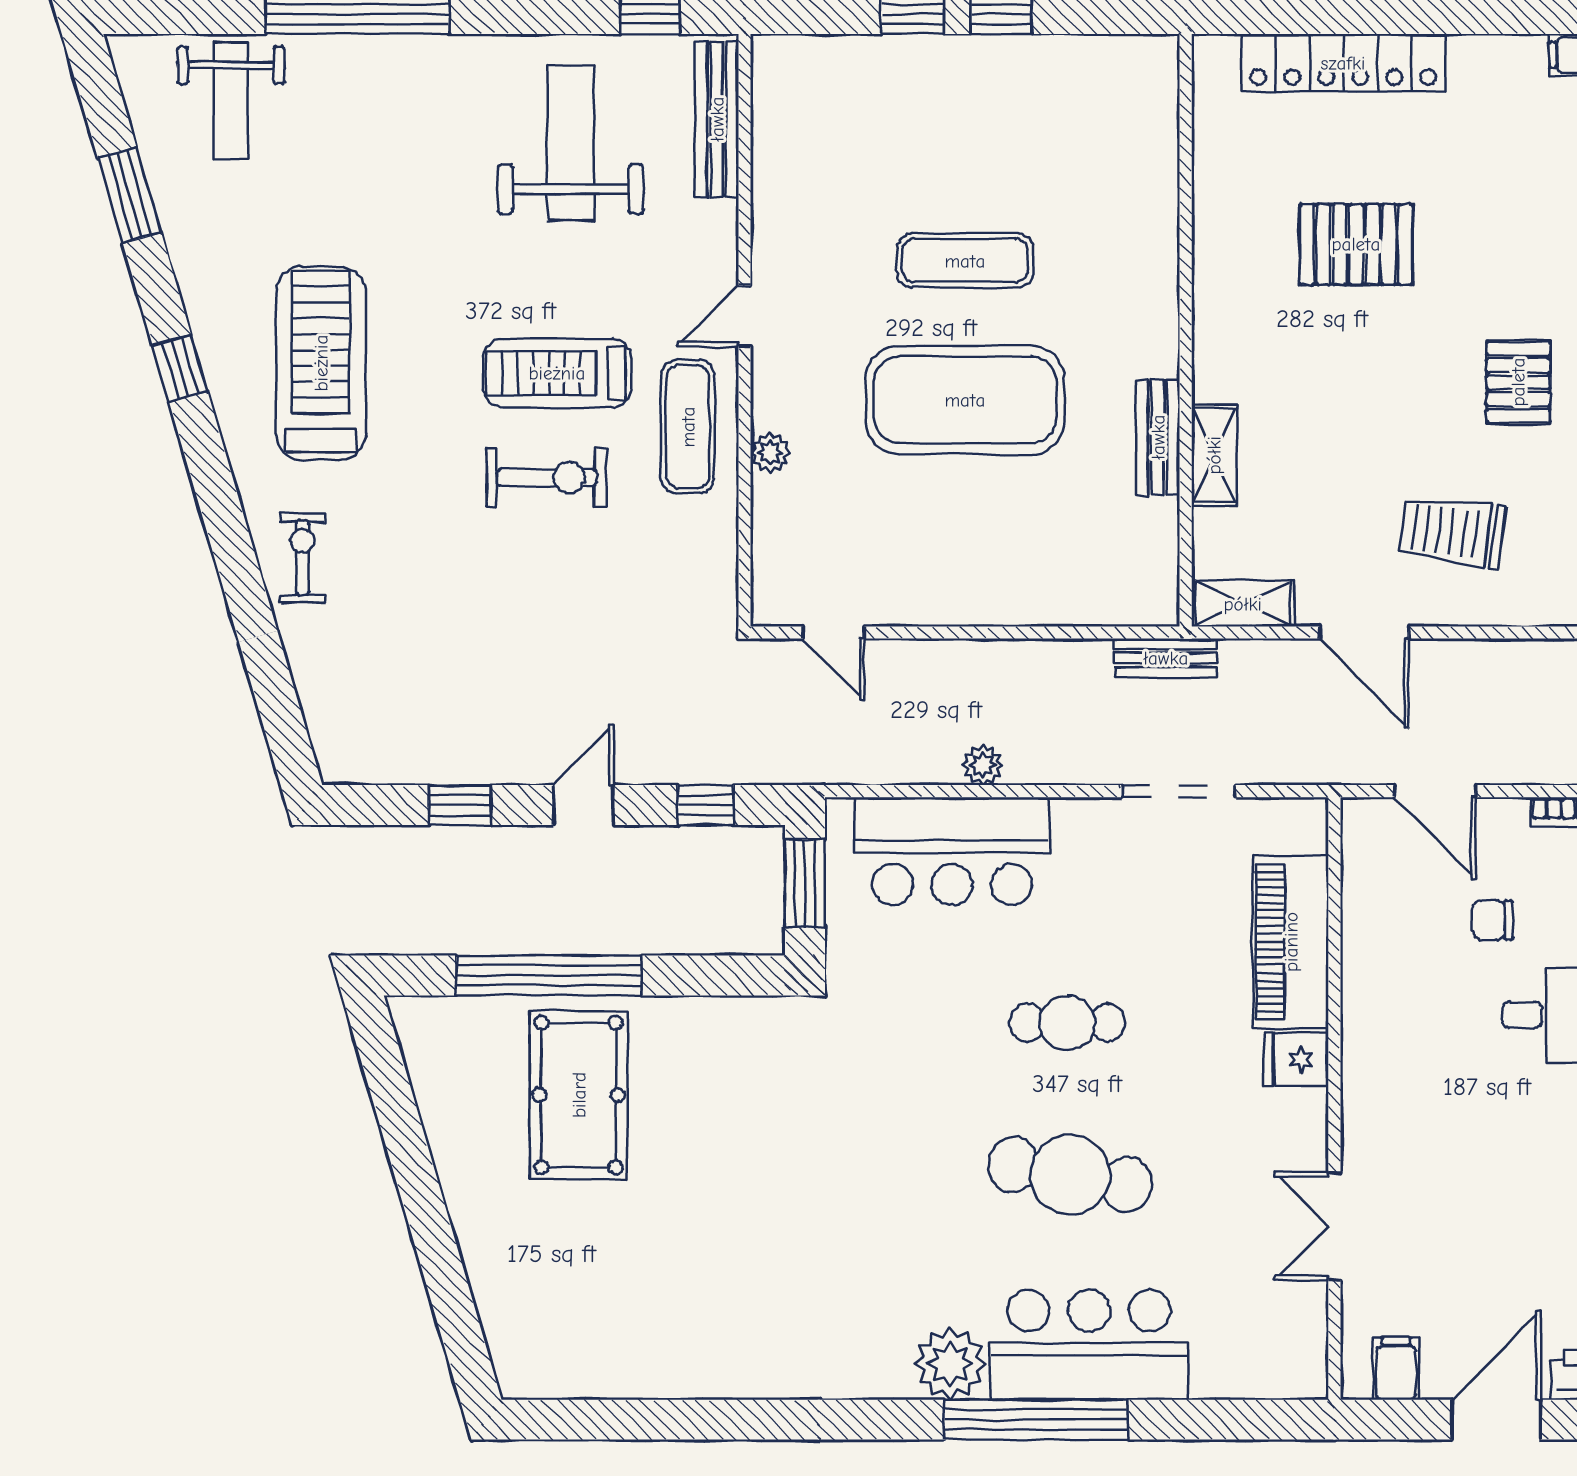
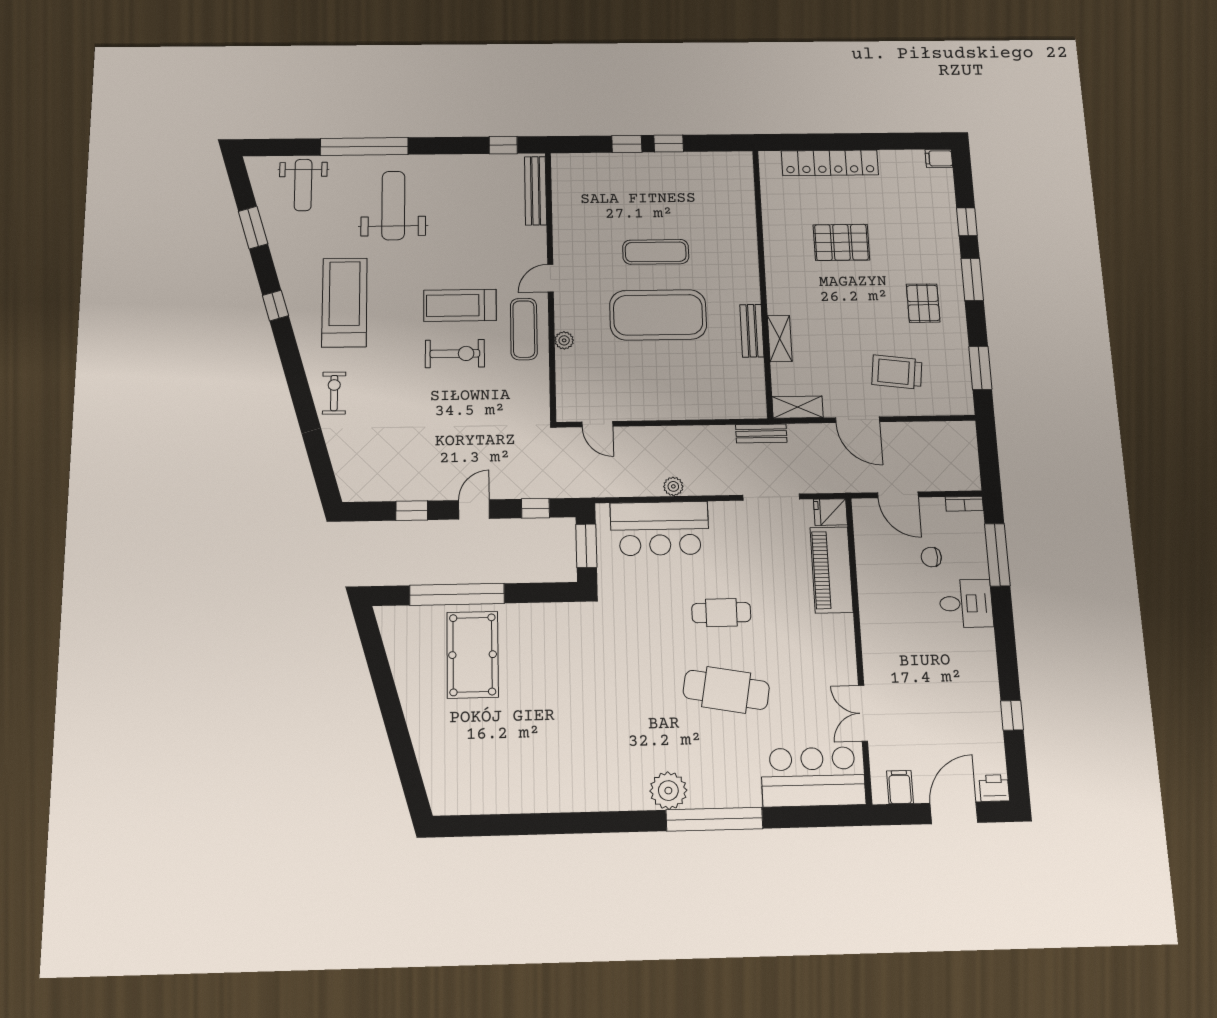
weight bench: (571, 143) -> (393, 205), moved
fridge: (1296, 1059) -> (830, 512), moved
bar counter: (1089, 1345) -> (813, 777), moved

